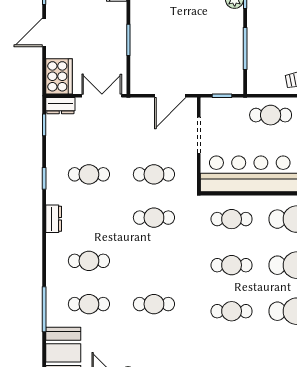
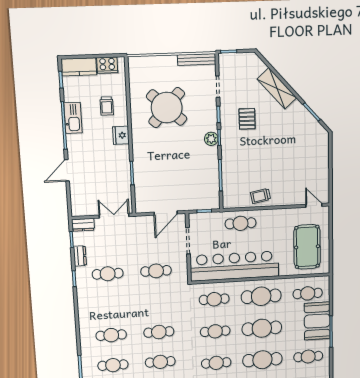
cooker: (59, 76) -> (81, 203), removed
cafe table: (154, 218) -> (159, 332), moved
dresser: (54, 219) -> (80, 256), moved

